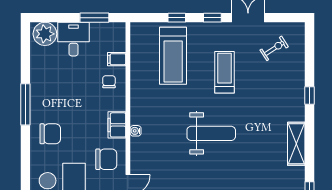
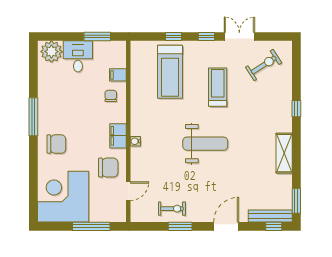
exercise bike: (274, 48) -> (264, 65), width x1.38, depth x1.39

